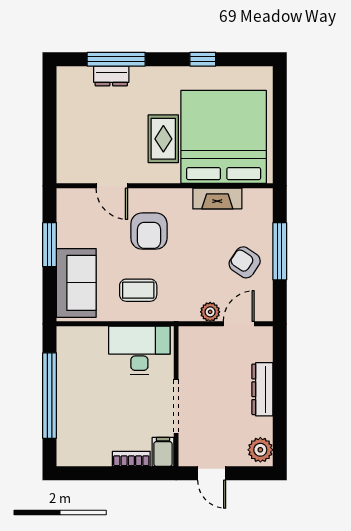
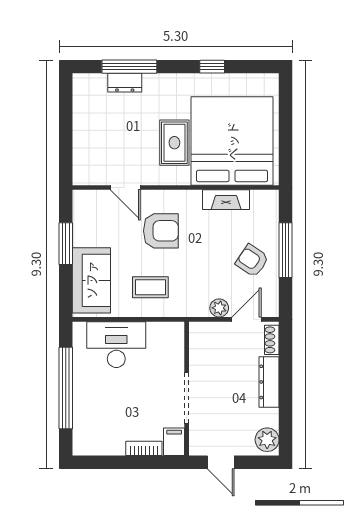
armchair: (149, 231) -> (161, 231), turned -90
shoe rack: (265, 345) -> (272, 340), added
desk: (139, 350) -> (116, 345), moved

